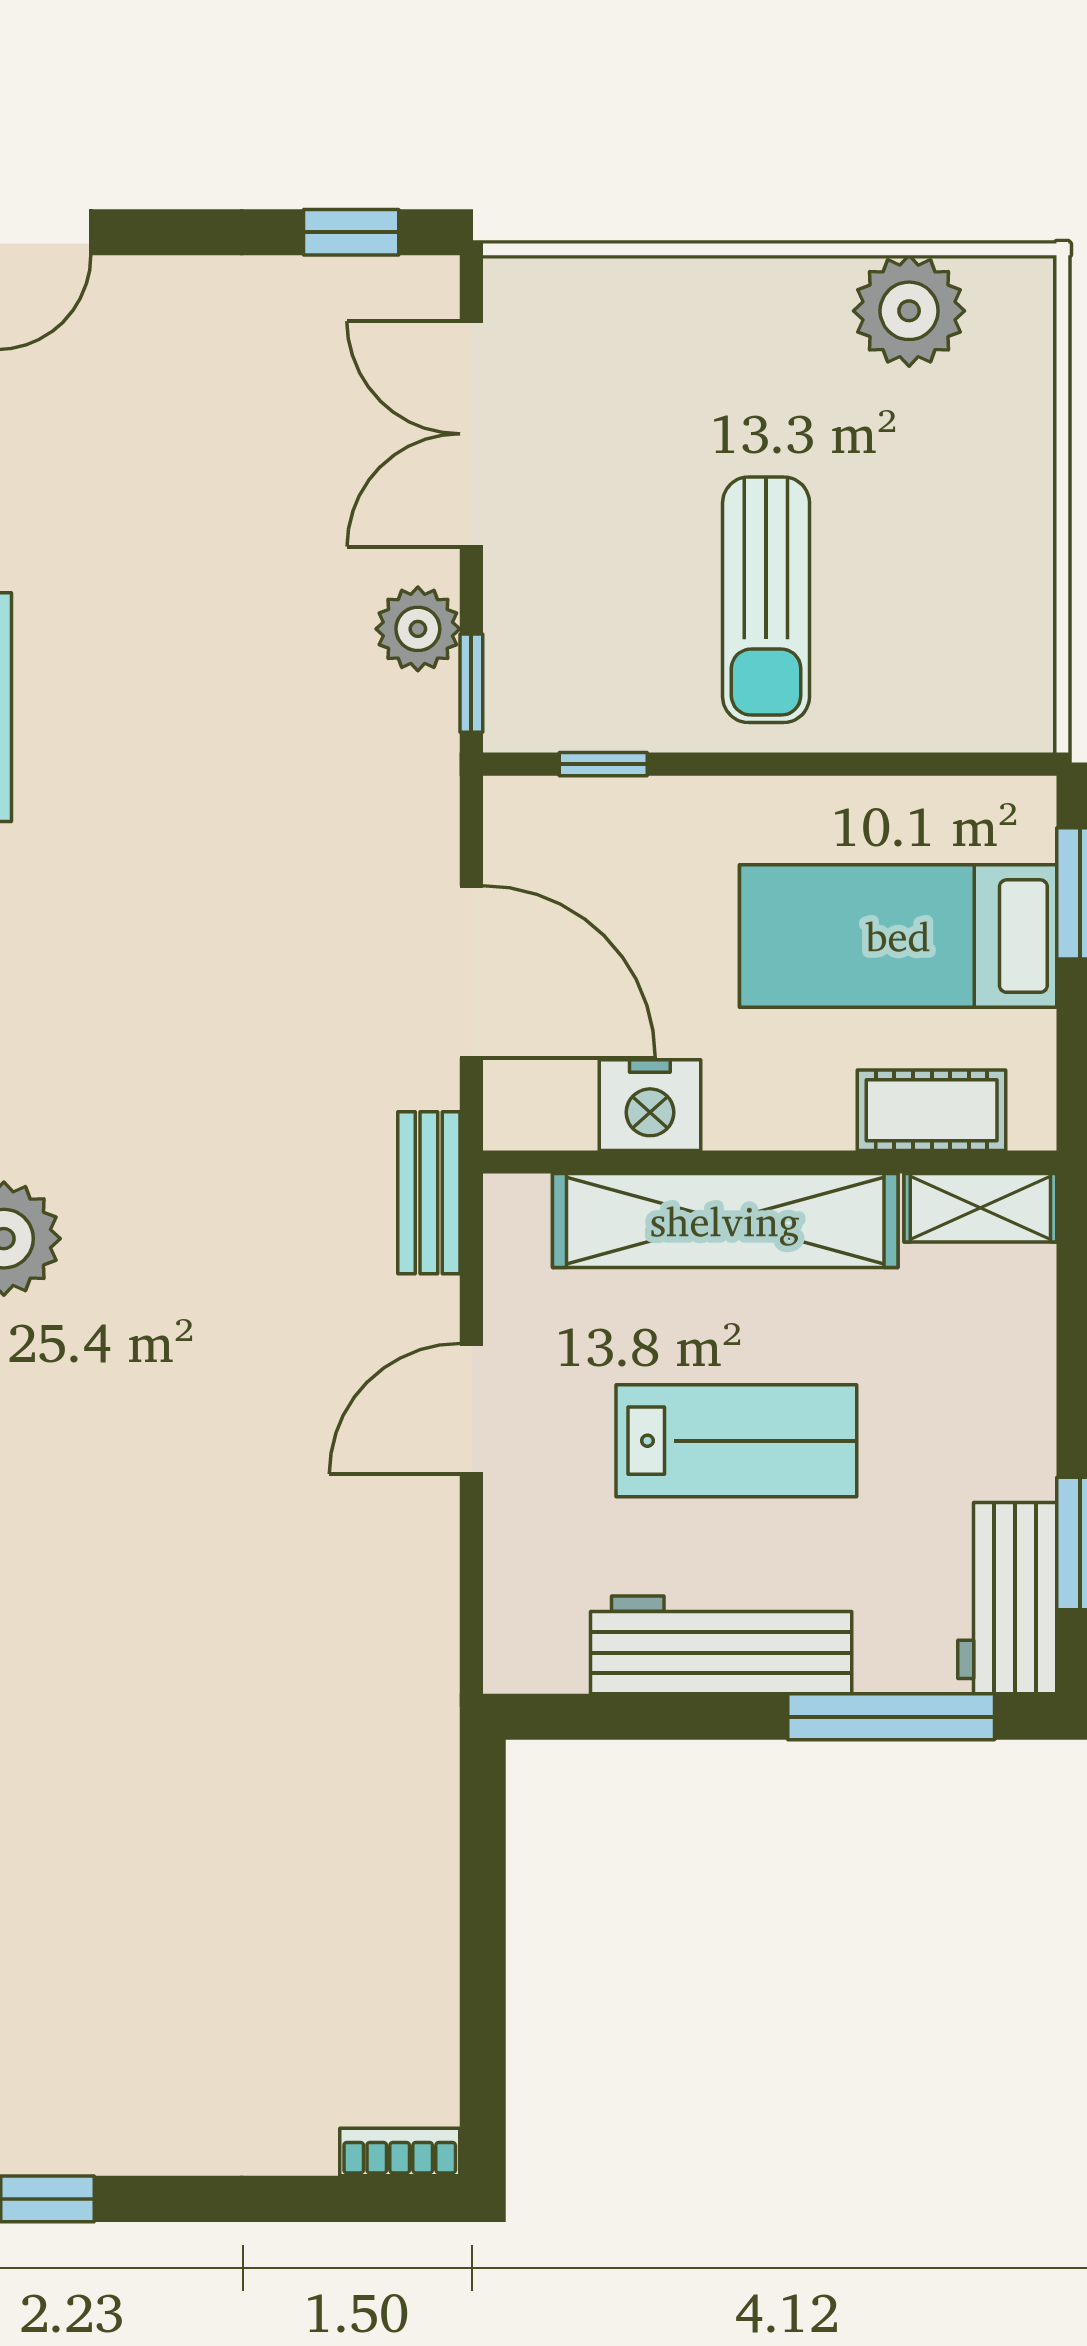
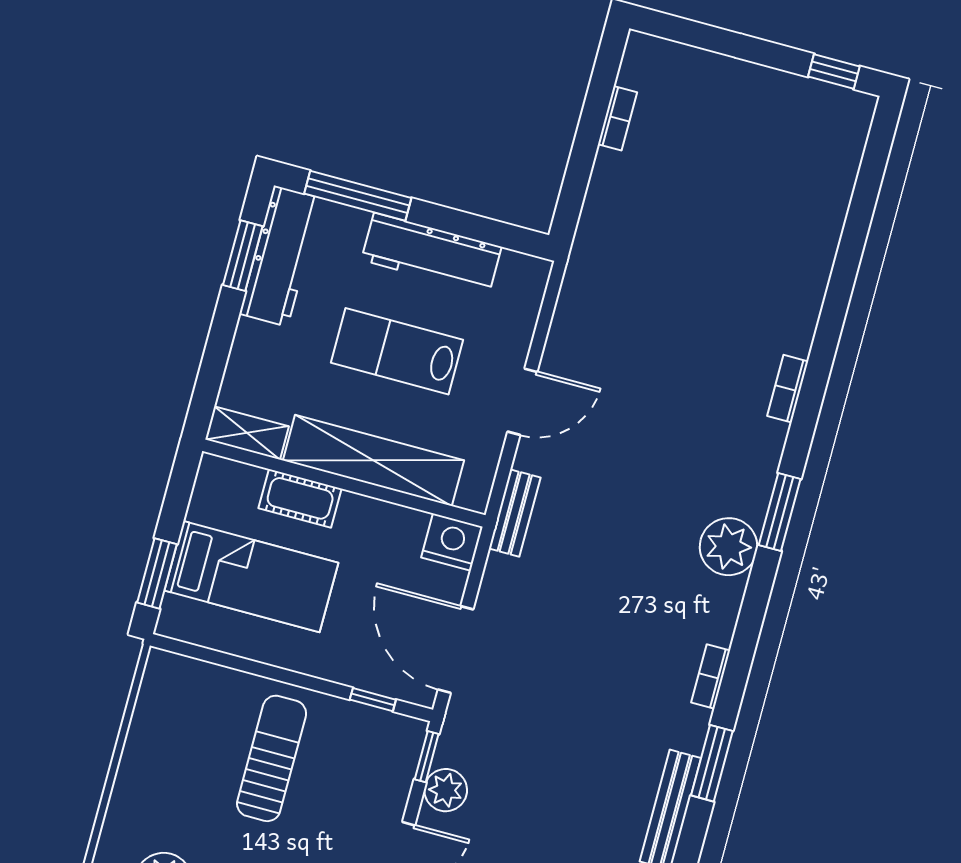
door: (471, 972) -> (456, 649), moved
nightstand: (650, 1105) -> (452, 542), moved
cot: (932, 1110) -> (300, 498), moved
workbench: (1007, 1598) -> (281, 256), width x1.38
bookcase: (400, 2152) -> (618, 118), moved, turned -90

